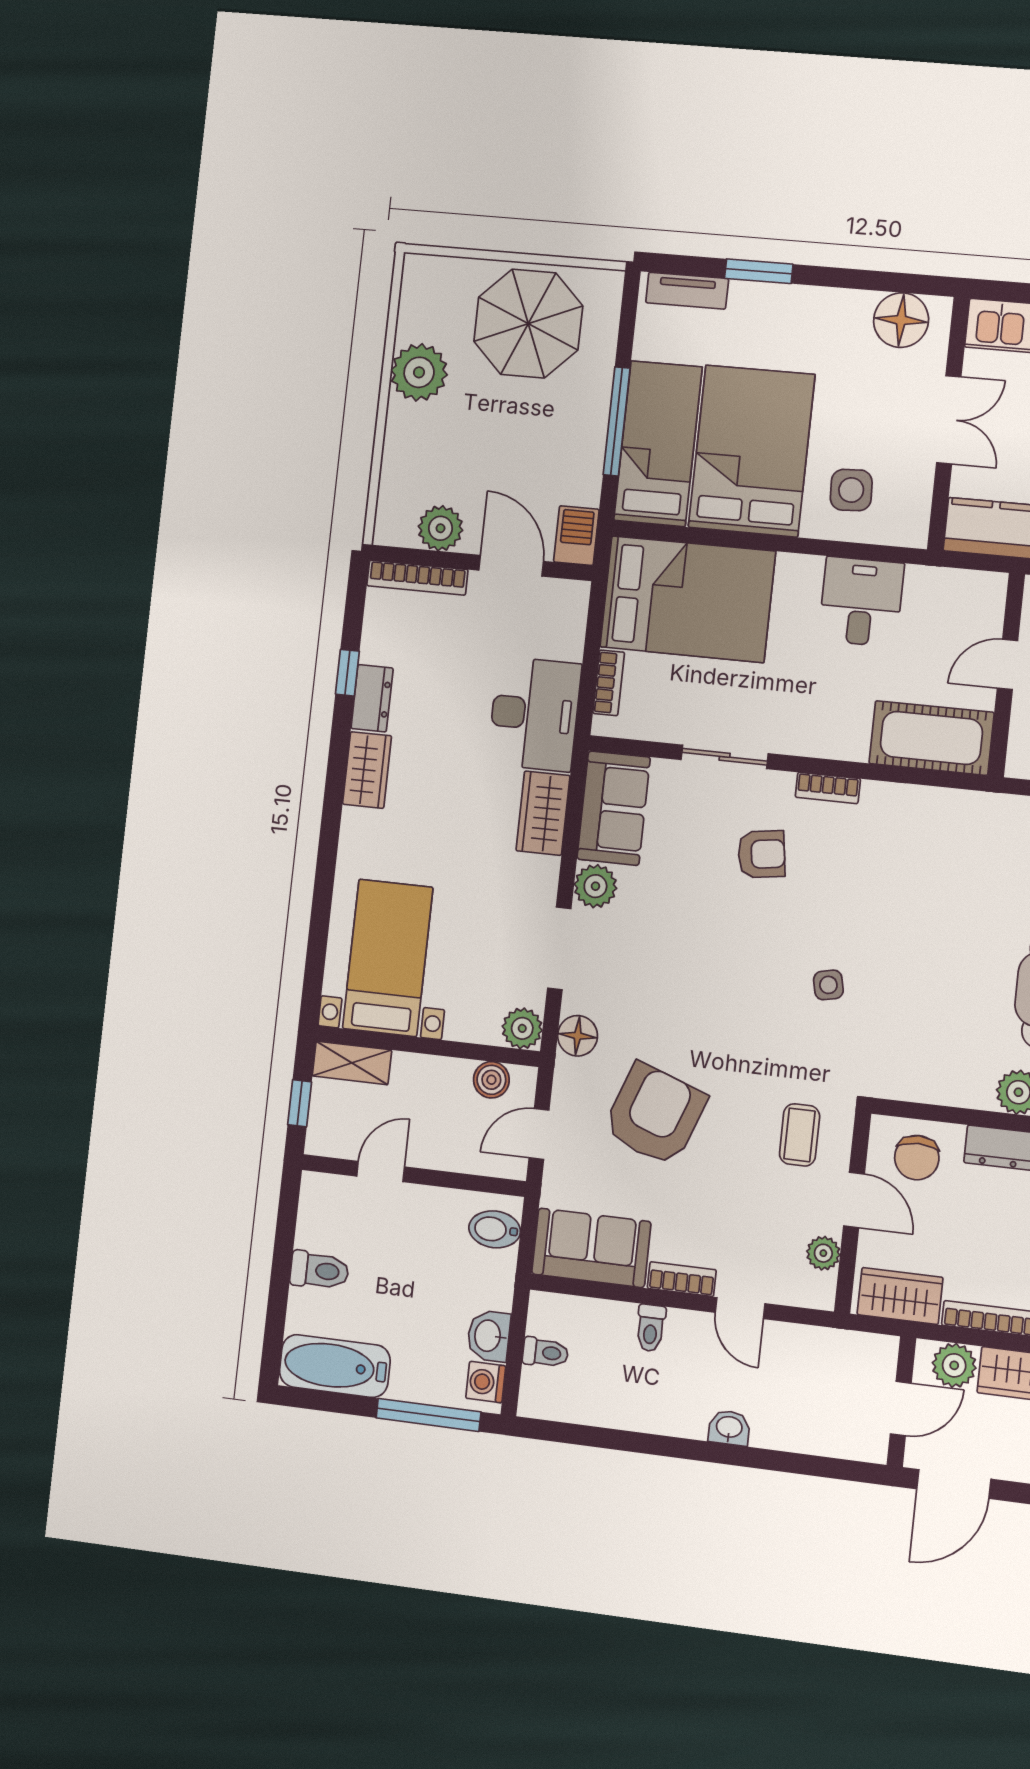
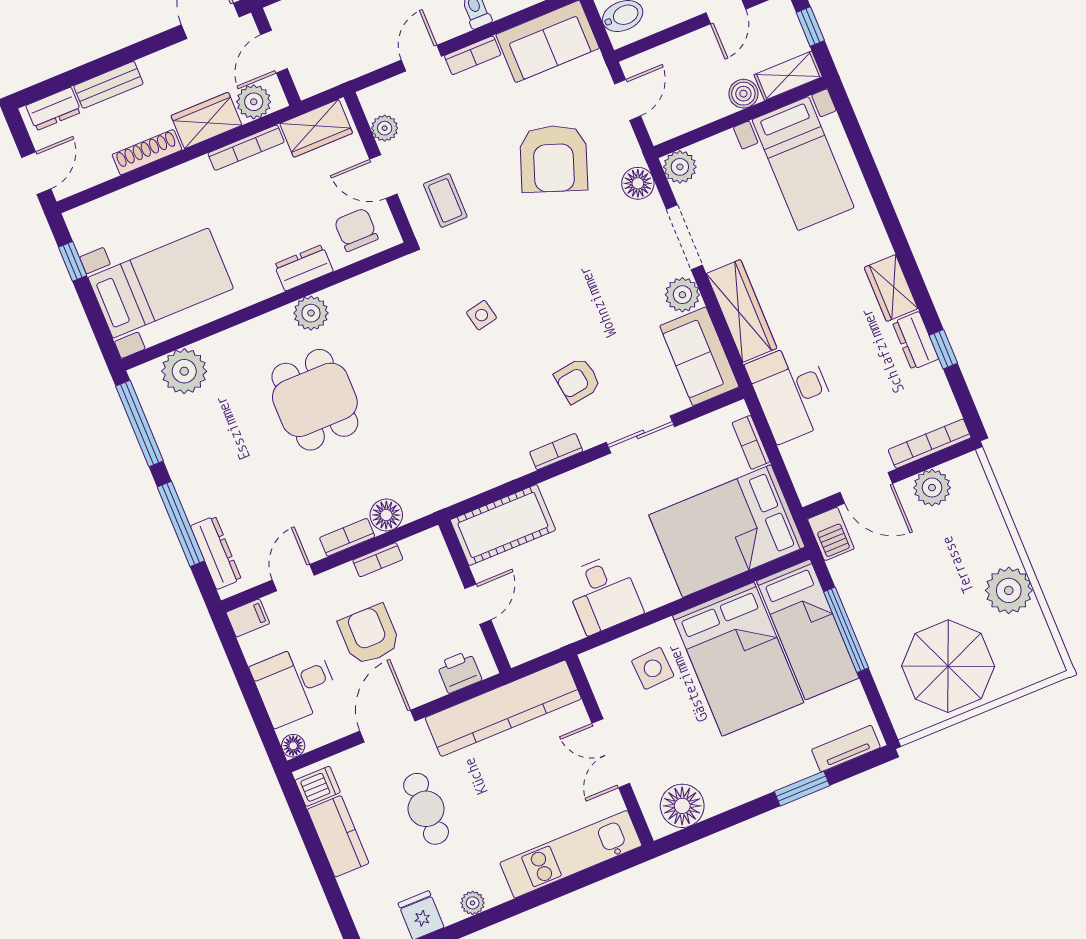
wardrobe: (543, 813) -> (742, 311), width x1.50
boiler: (491, 1080) -> (743, 94), moved
door: (740, 1308) -> (421, 58), hinge flipped

